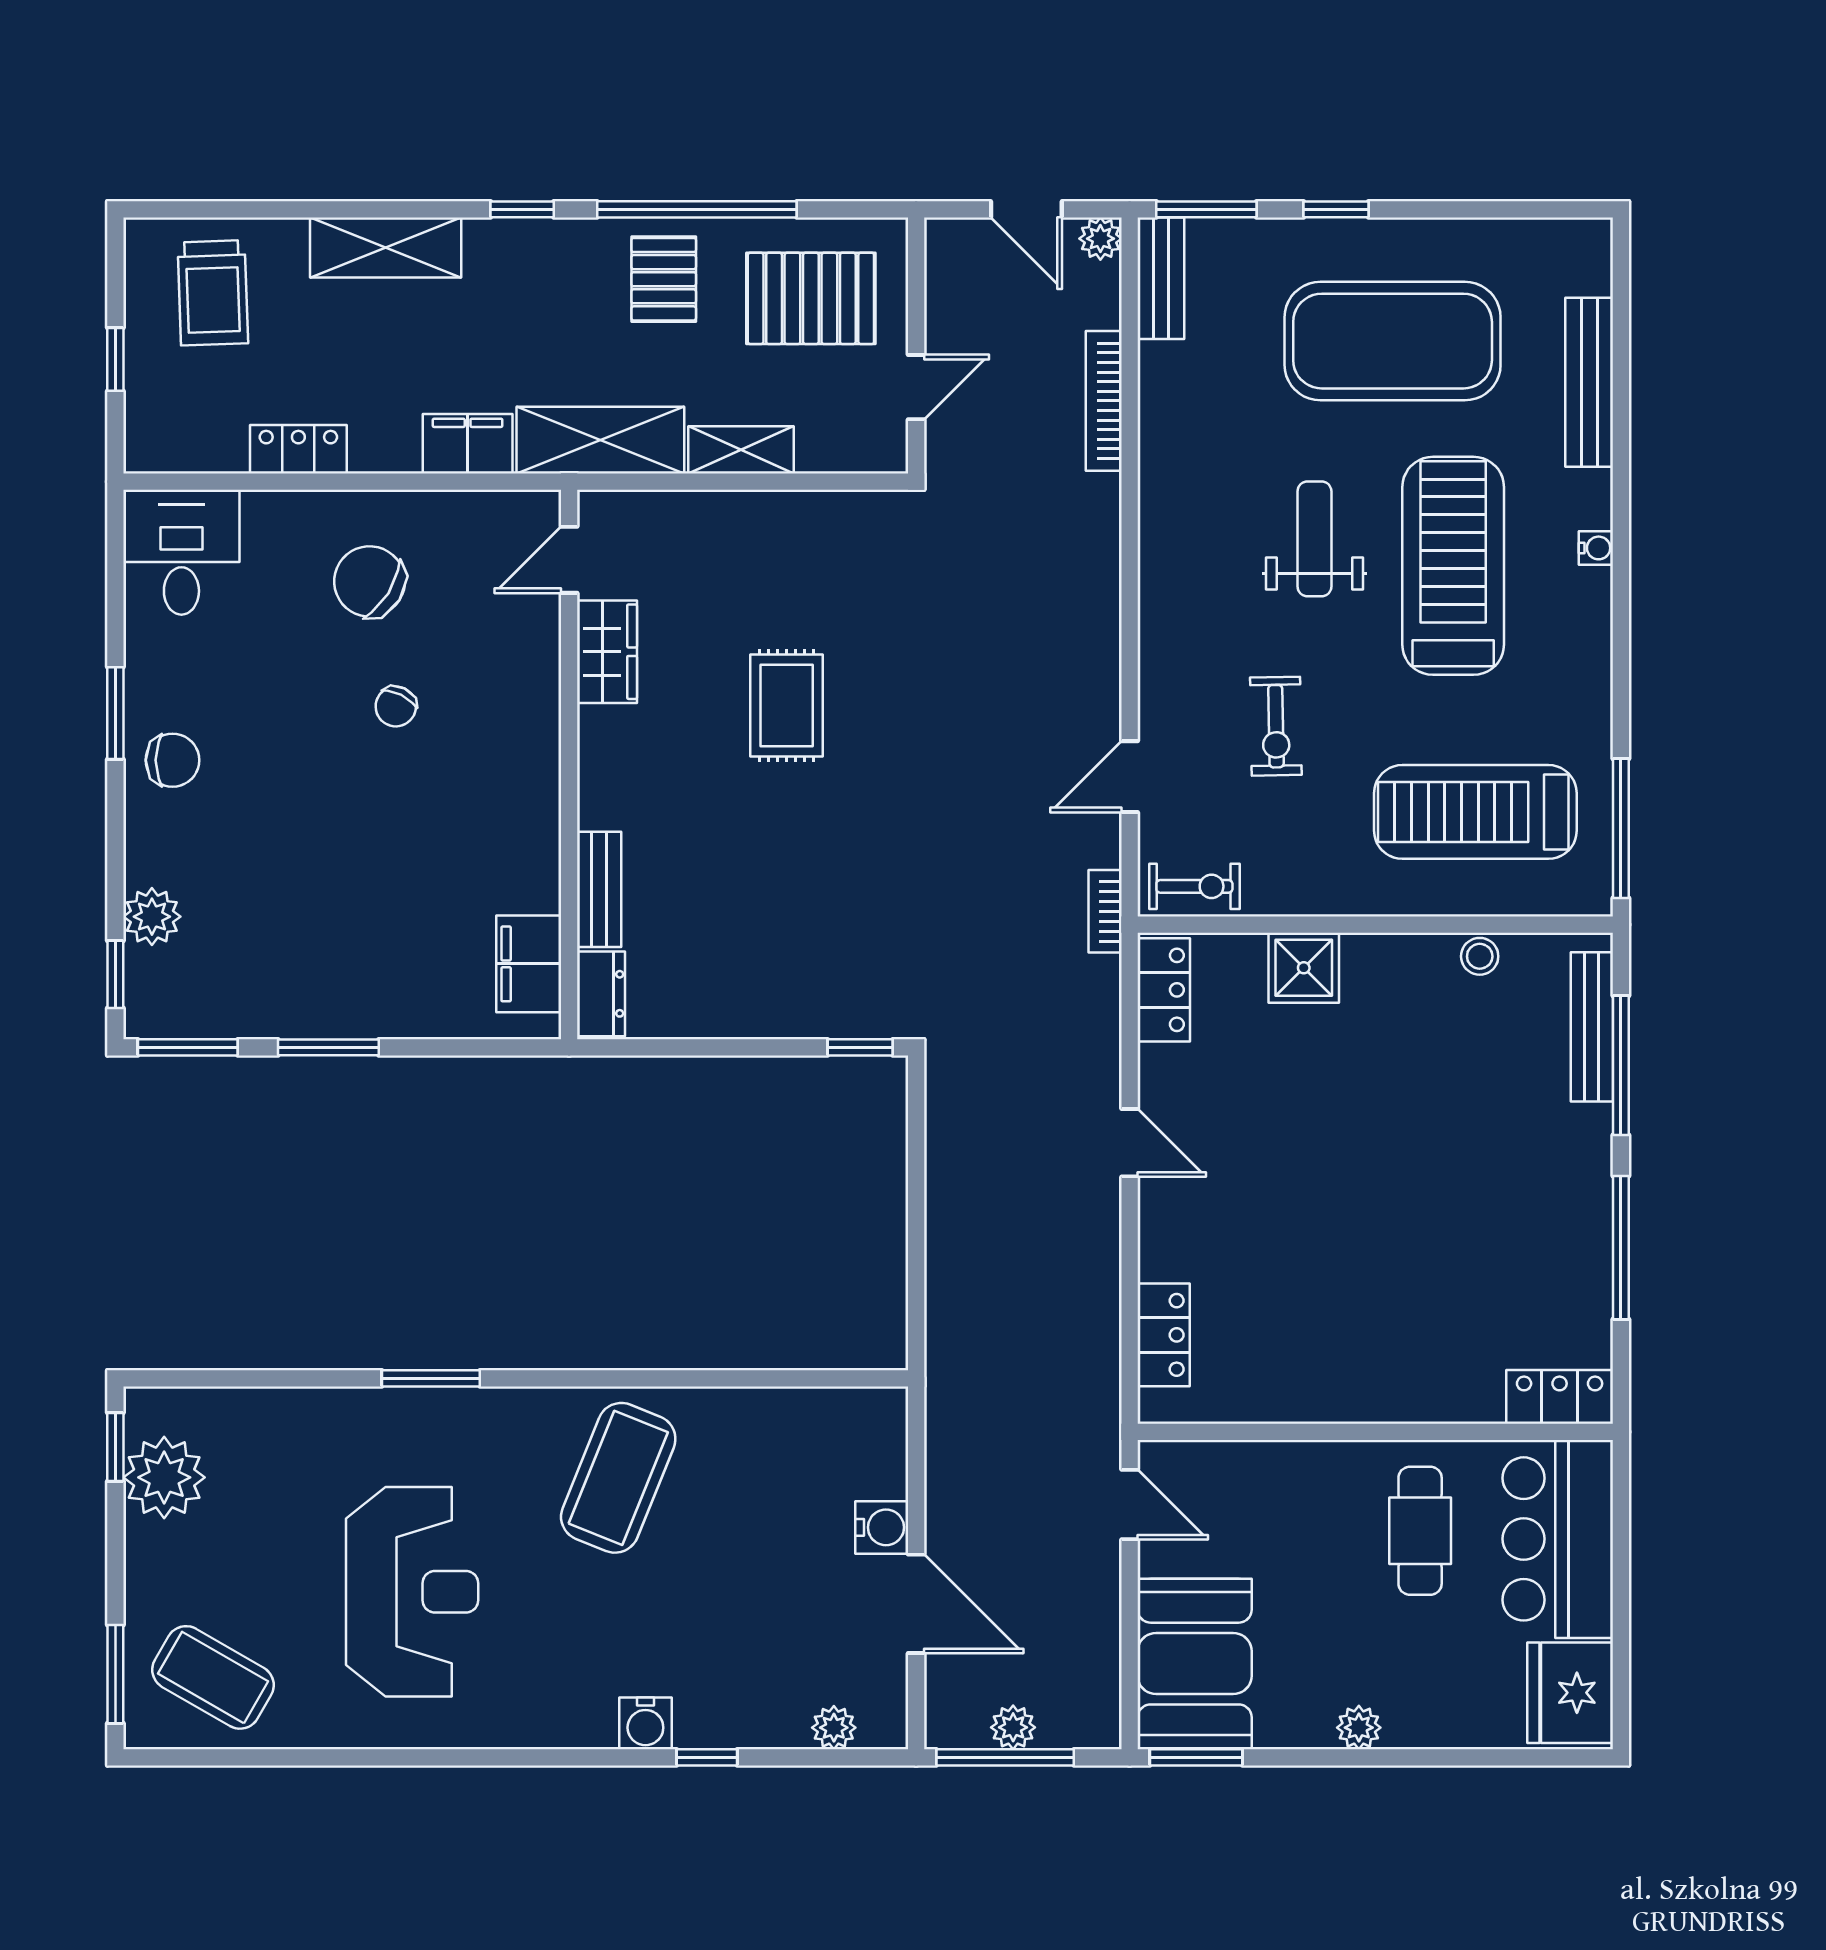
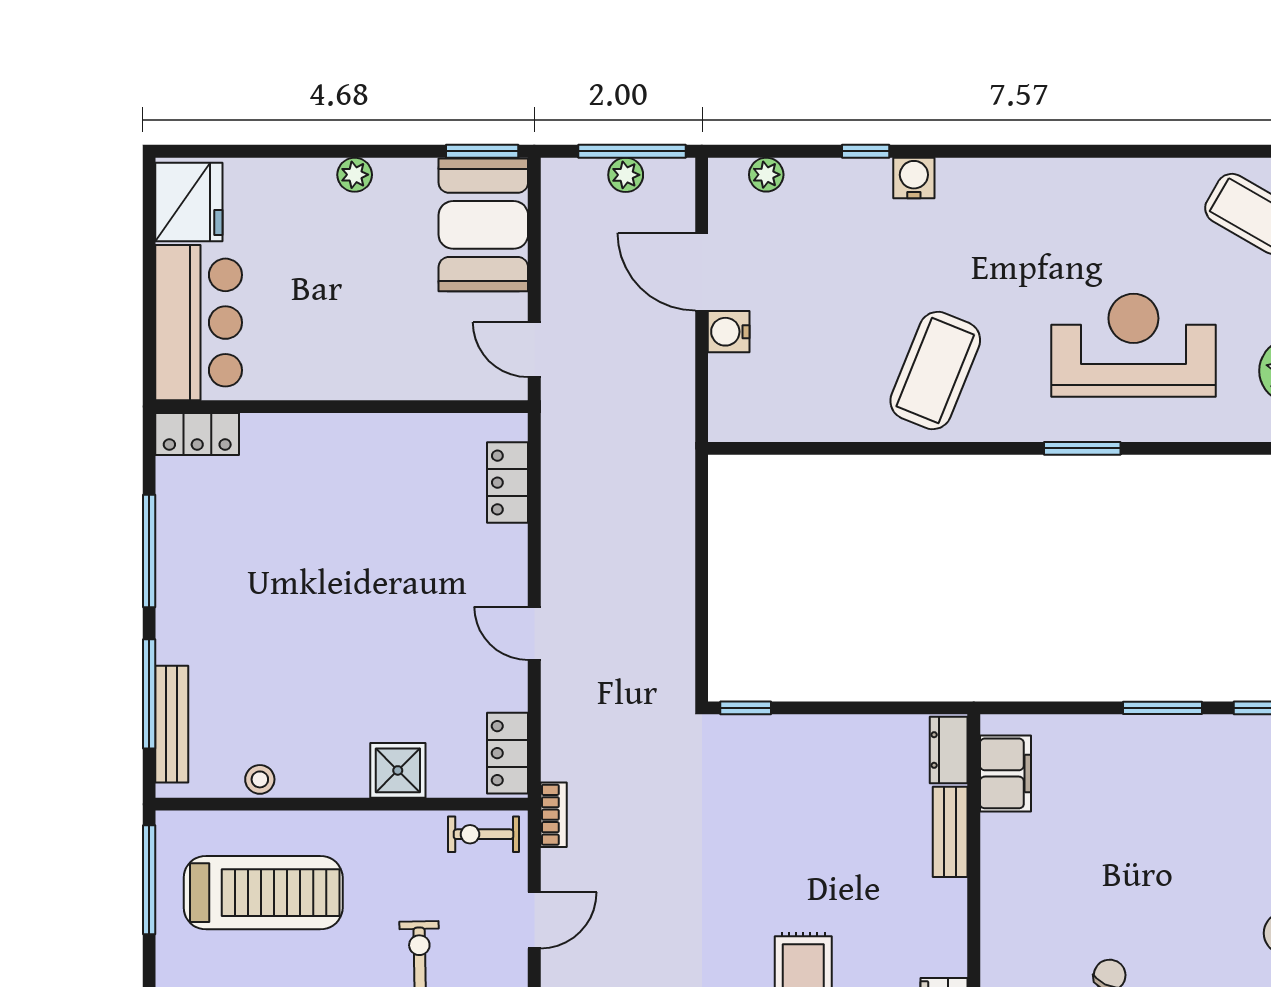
cafe table: (1420, 1531) -> (307, 329), removed
reception desk: (412, 1592) -> (1133, 345), moved, turned 90

